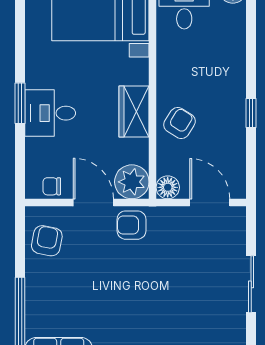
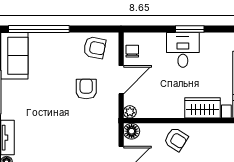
wardrobe: (134, 112) -> (202, 108), moved
plant: (132, 182) -> (130, 112), width x0.53, depth x0.53
armchair: (131, 225) -> (86, 89), moved

